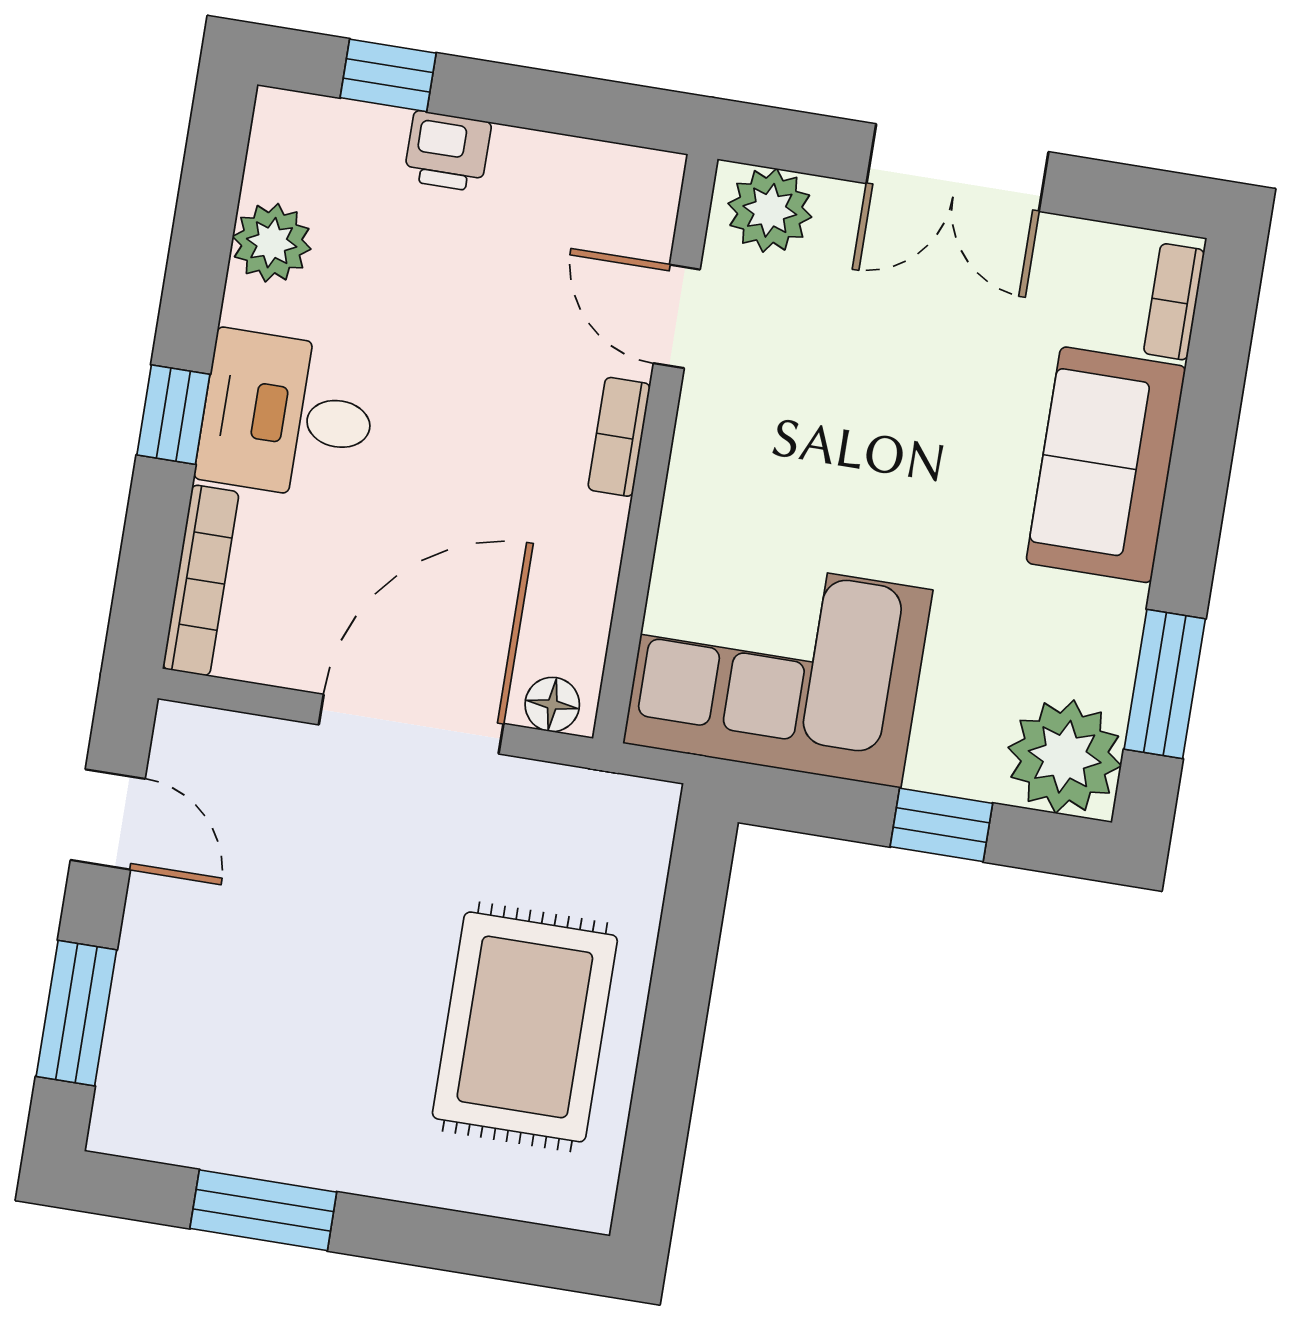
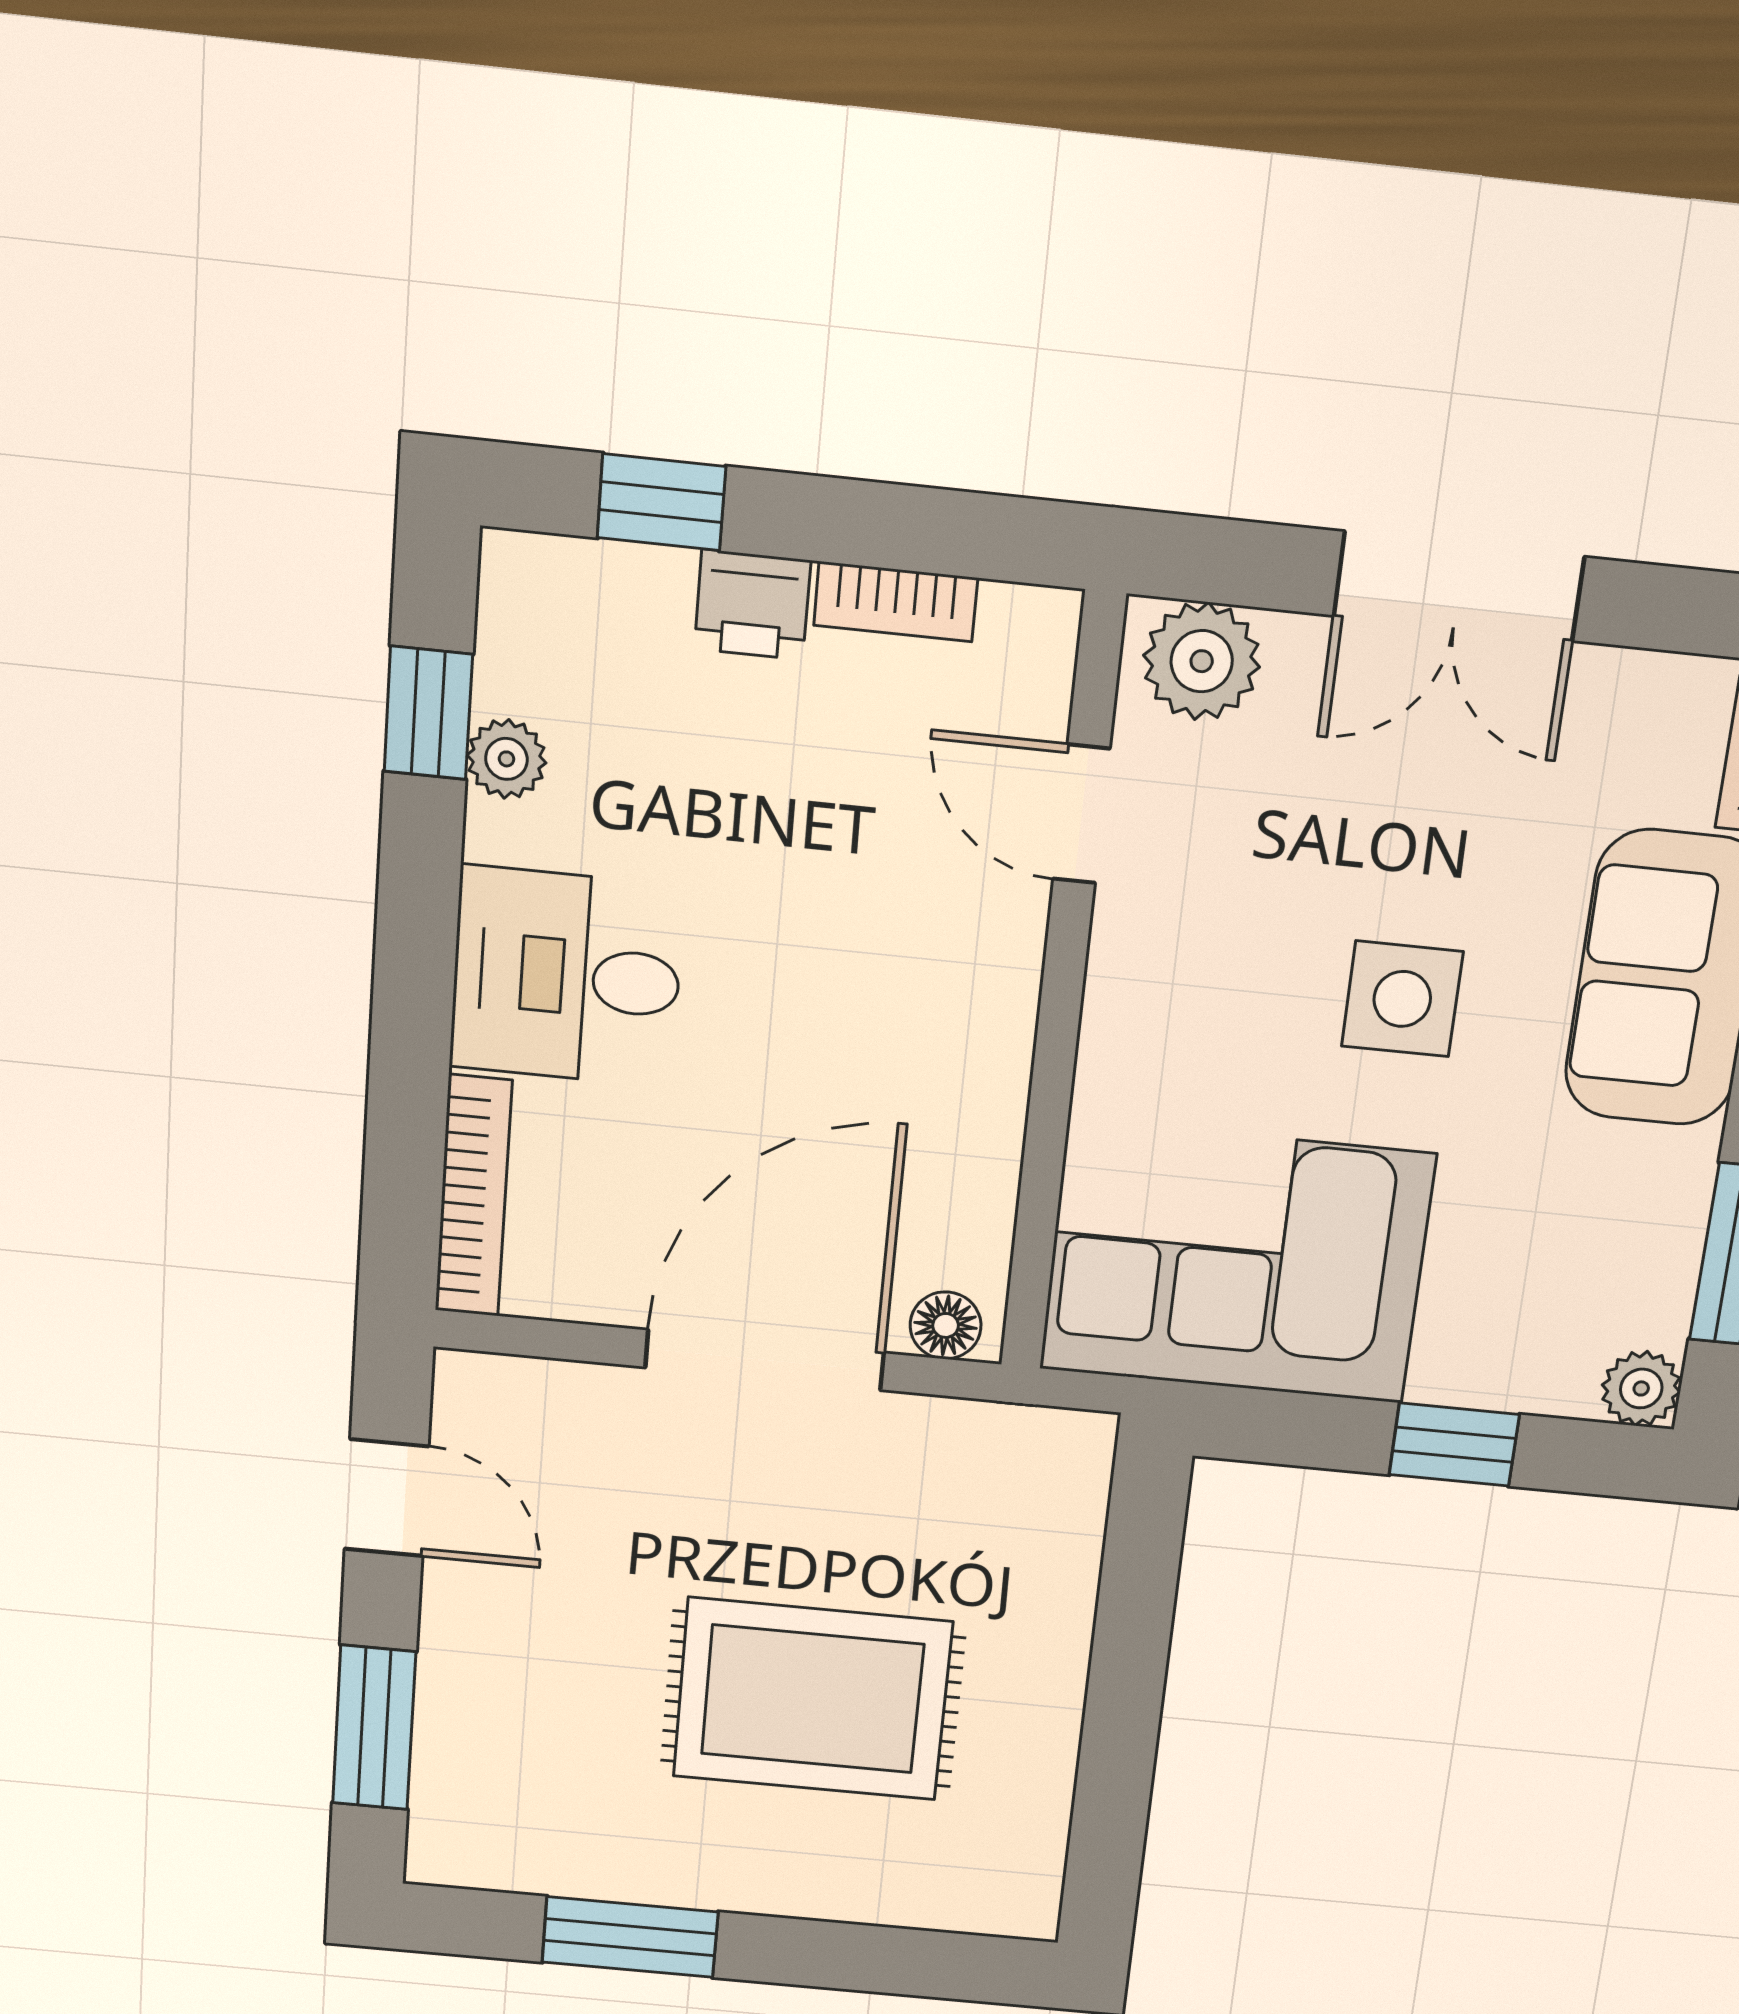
plant: (272, 243) -> (506, 759), width x0.73, depth x0.73
window: (173, 415) -> (428, 713), moved
bookcase: (619, 437) -> (896, 602), moved, turned -90
side table: (909, 469) -> (1402, 999), added
plant: (1065, 757) -> (1641, 1388), width x0.53, depth x0.53
rug: (525, 1027) -> (812, 1699), moved, turned 90

